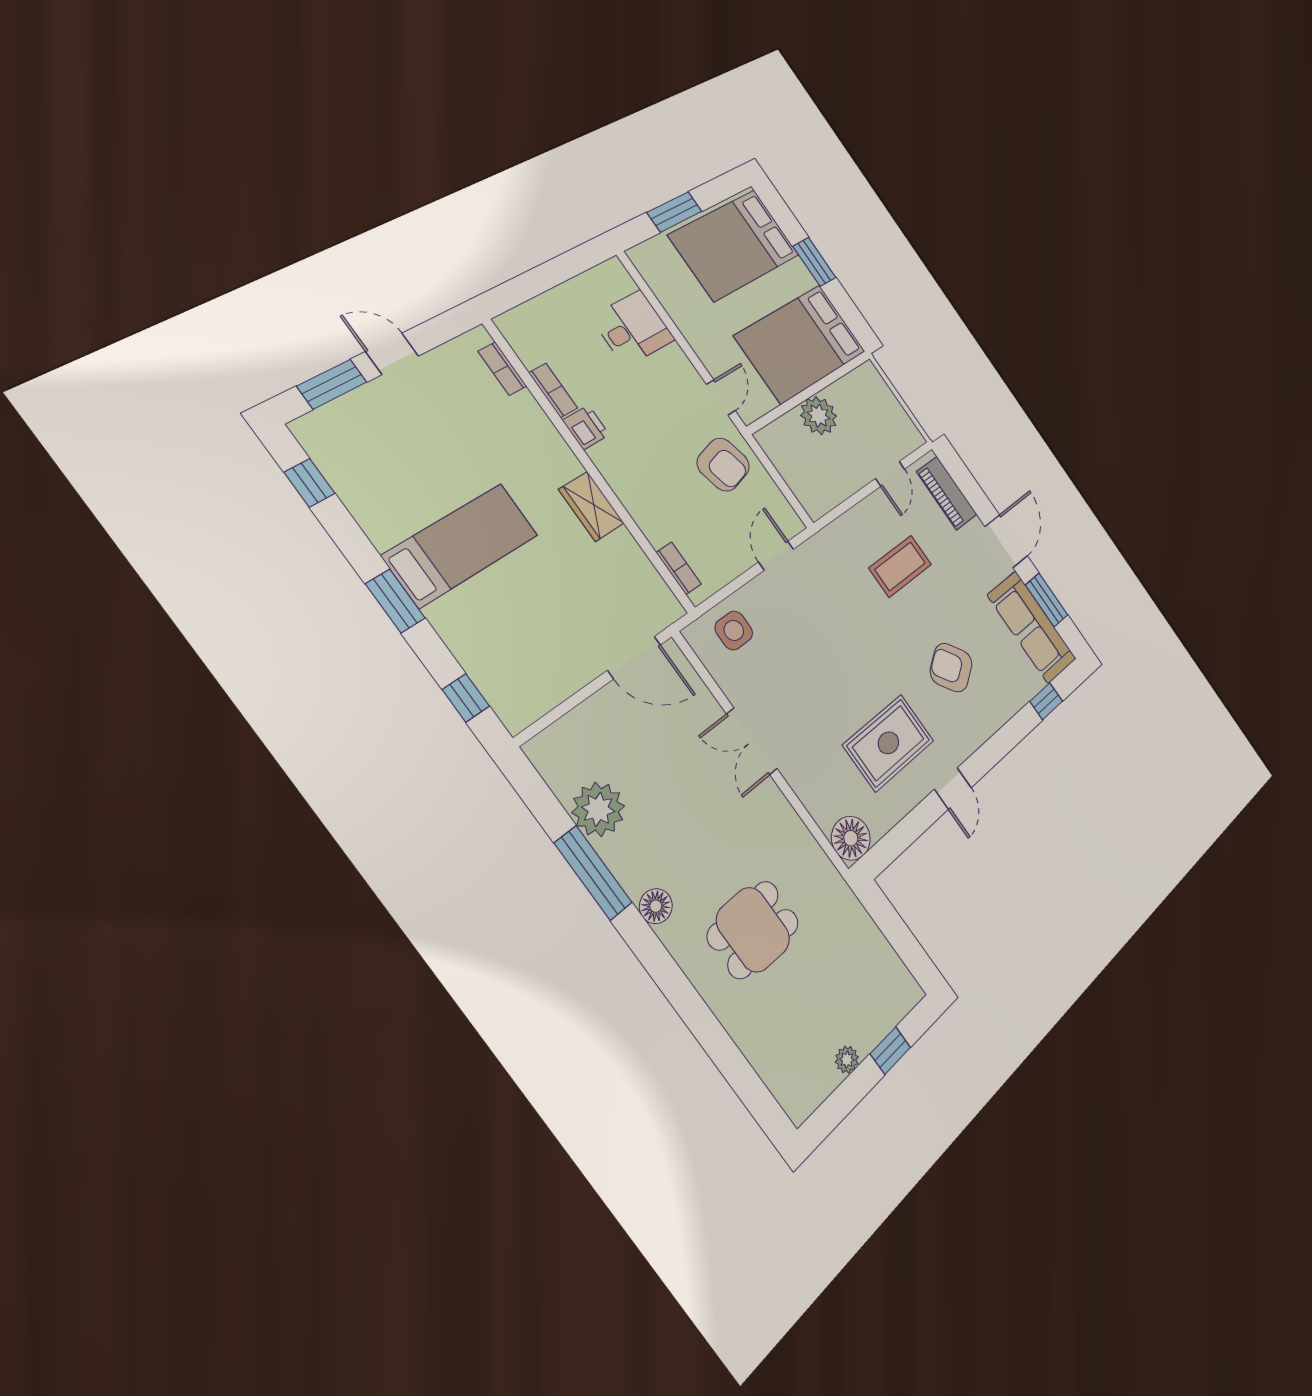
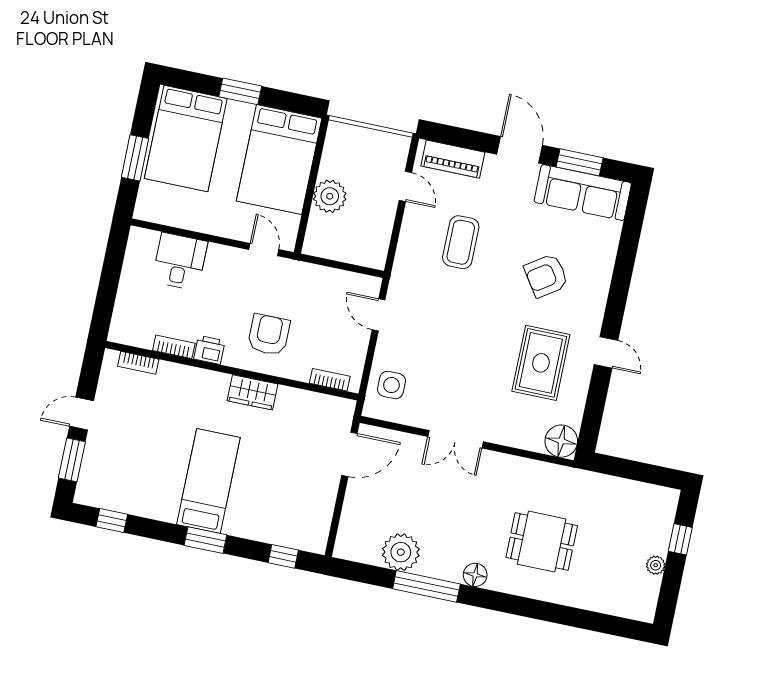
armchair: (723, 465) -> (269, 335), moved, turned -76
window: (1046, 701) -> (631, 234), removed
dining table: (753, 930) -> (542, 542), turned 90

